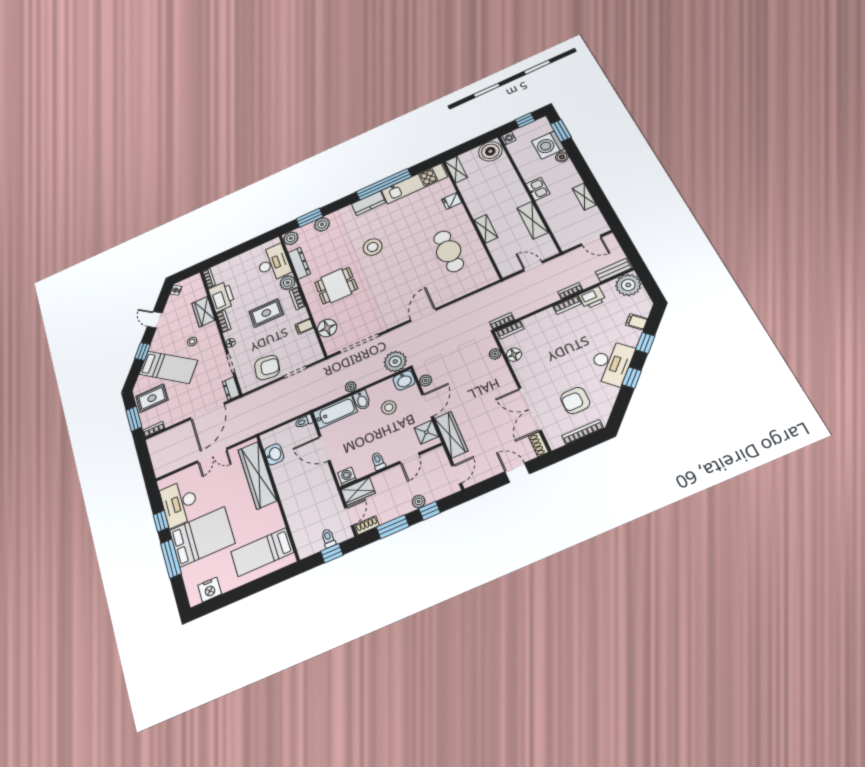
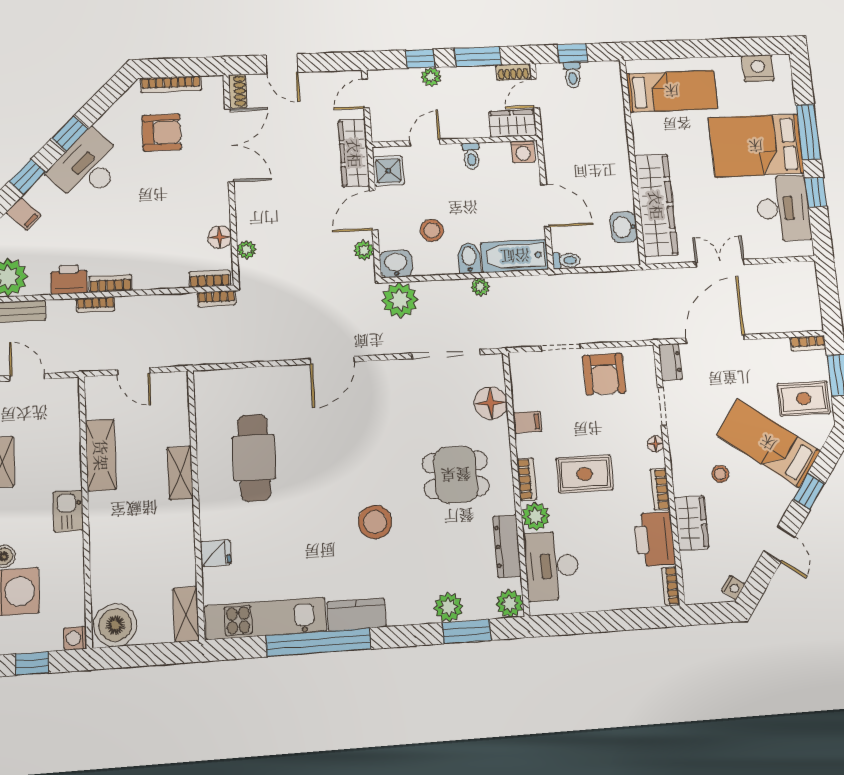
armchair: (267, 368) -> (604, 374), turned -98

